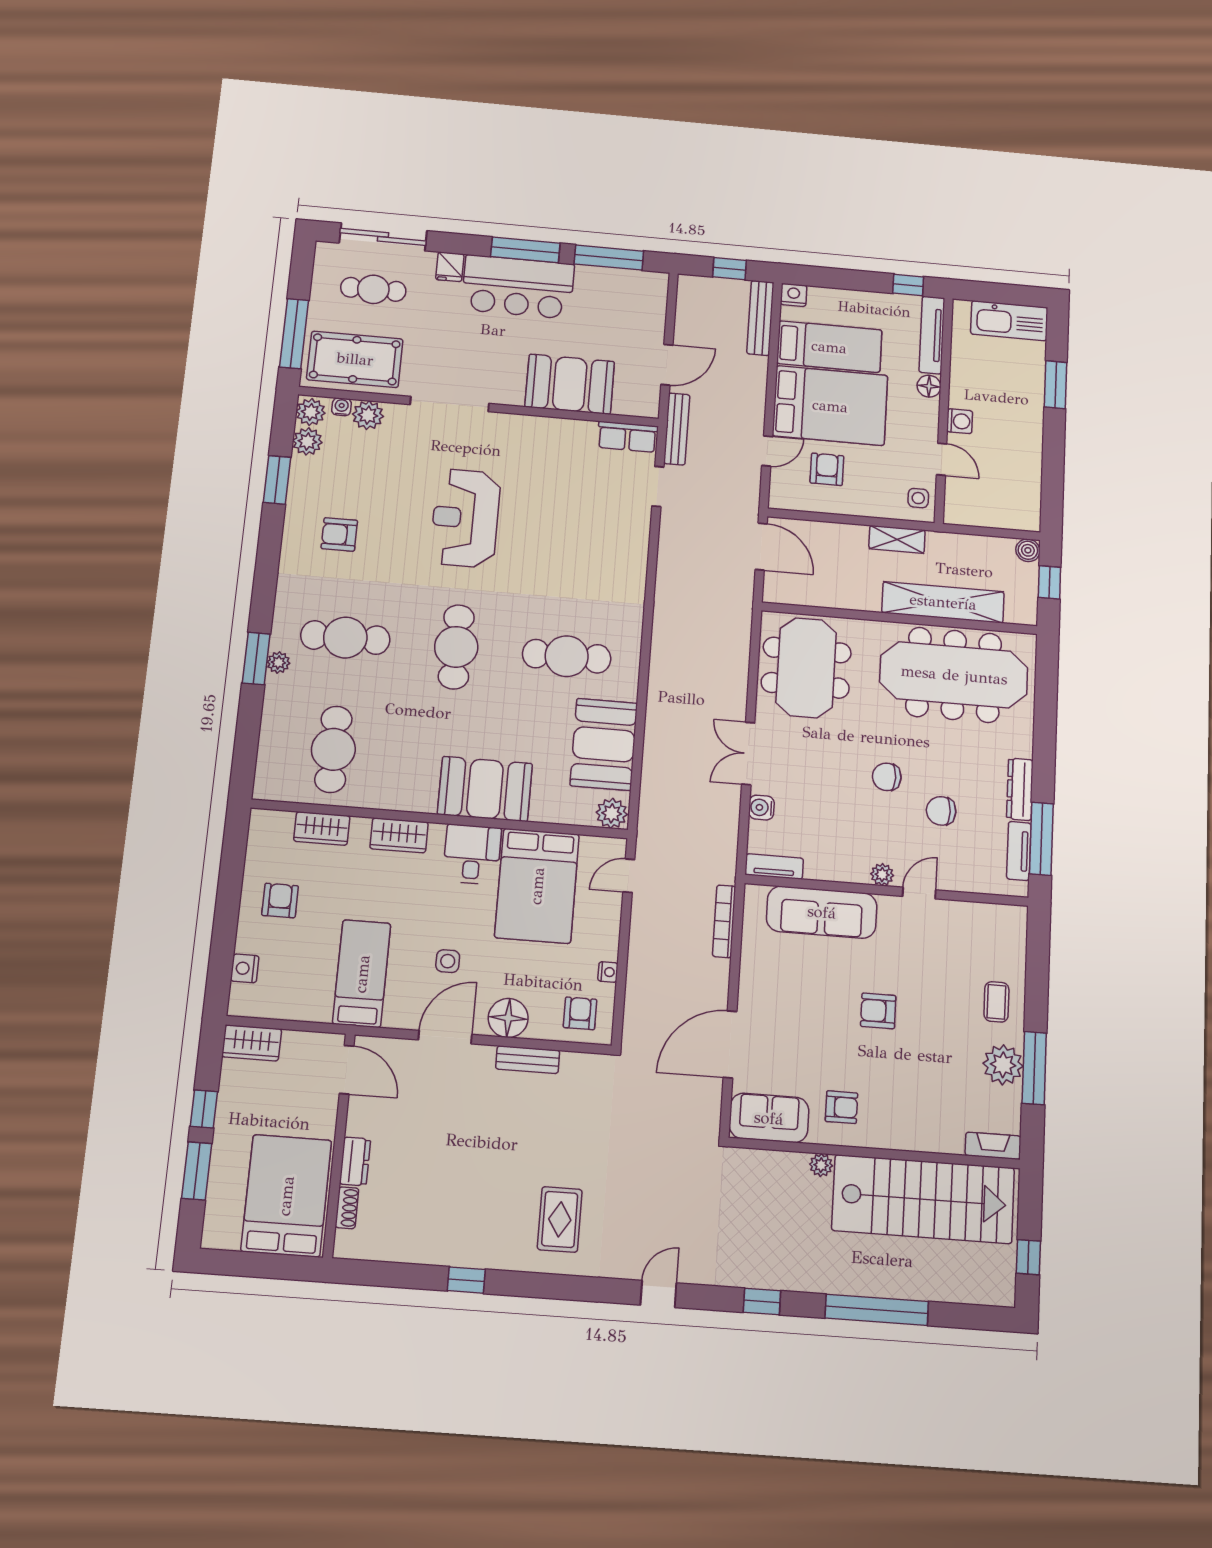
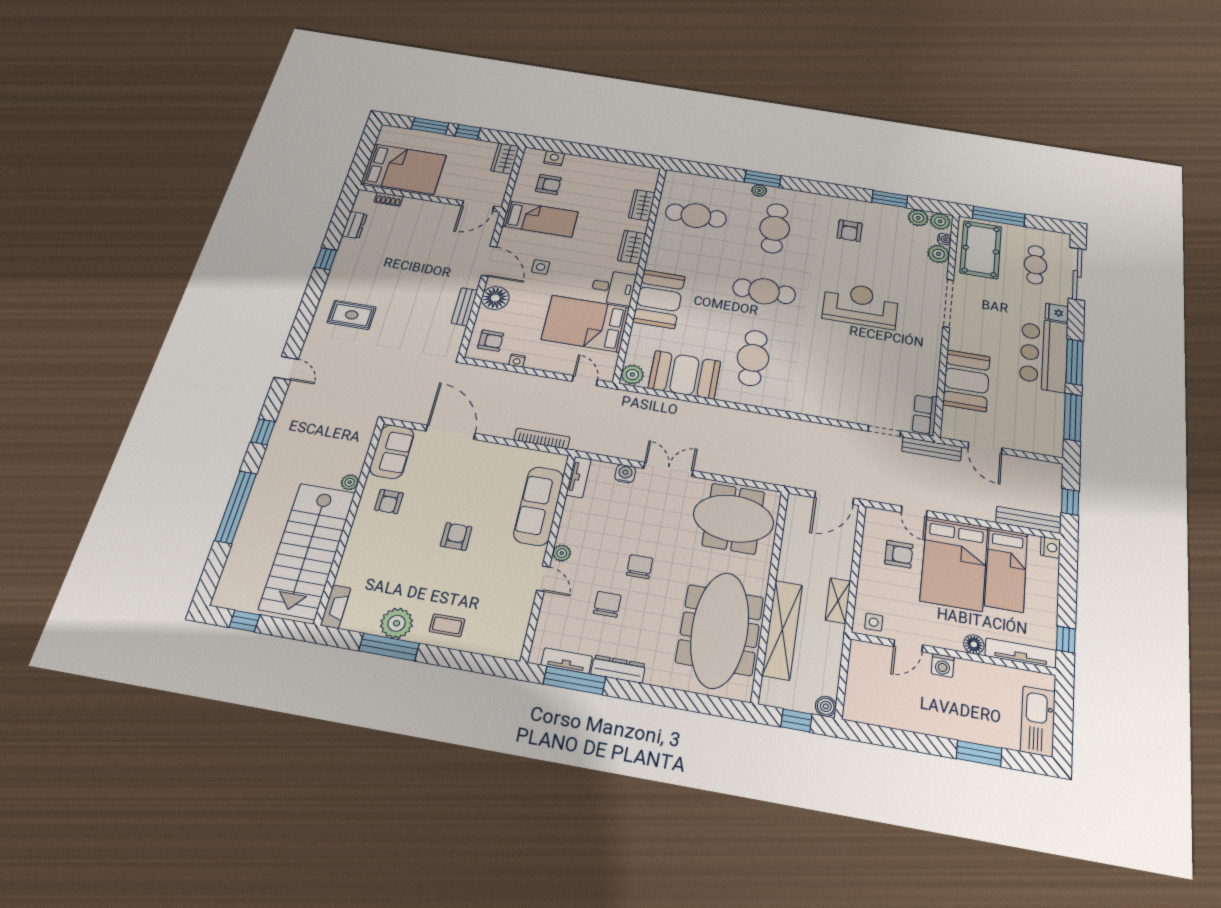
armchair: (339, 534) -> (850, 231), turned 180
armchair: (280, 901) -> (548, 184), moved
dresser: (355, 1161) -> (355, 225), moved, turned -90

